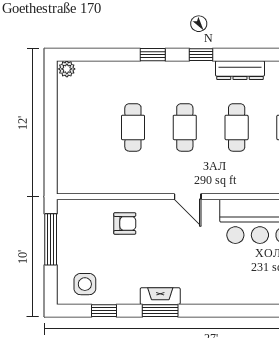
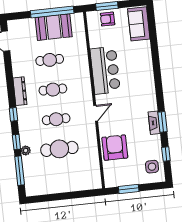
window: (103, 55) -> (20, 171), added
plant: (67, 69) -> (26, 150), moved
cafe table: (133, 127) -> (59, 149), width x1.37, depth x1.35
armchair: (125, 223) -> (115, 148), width x1.88, depth x1.88
window: (51, 239) -> (129, 189), width x0.69

